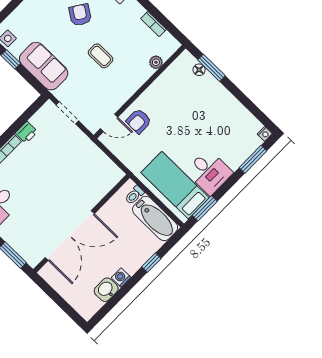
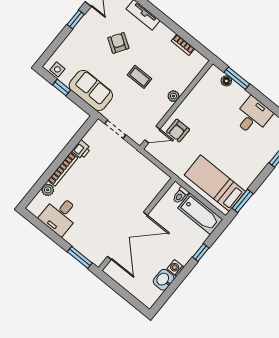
plant: (156, 62) -> (173, 96), moved
desk: (209, 172) -> (253, 116), moved, turned -90

